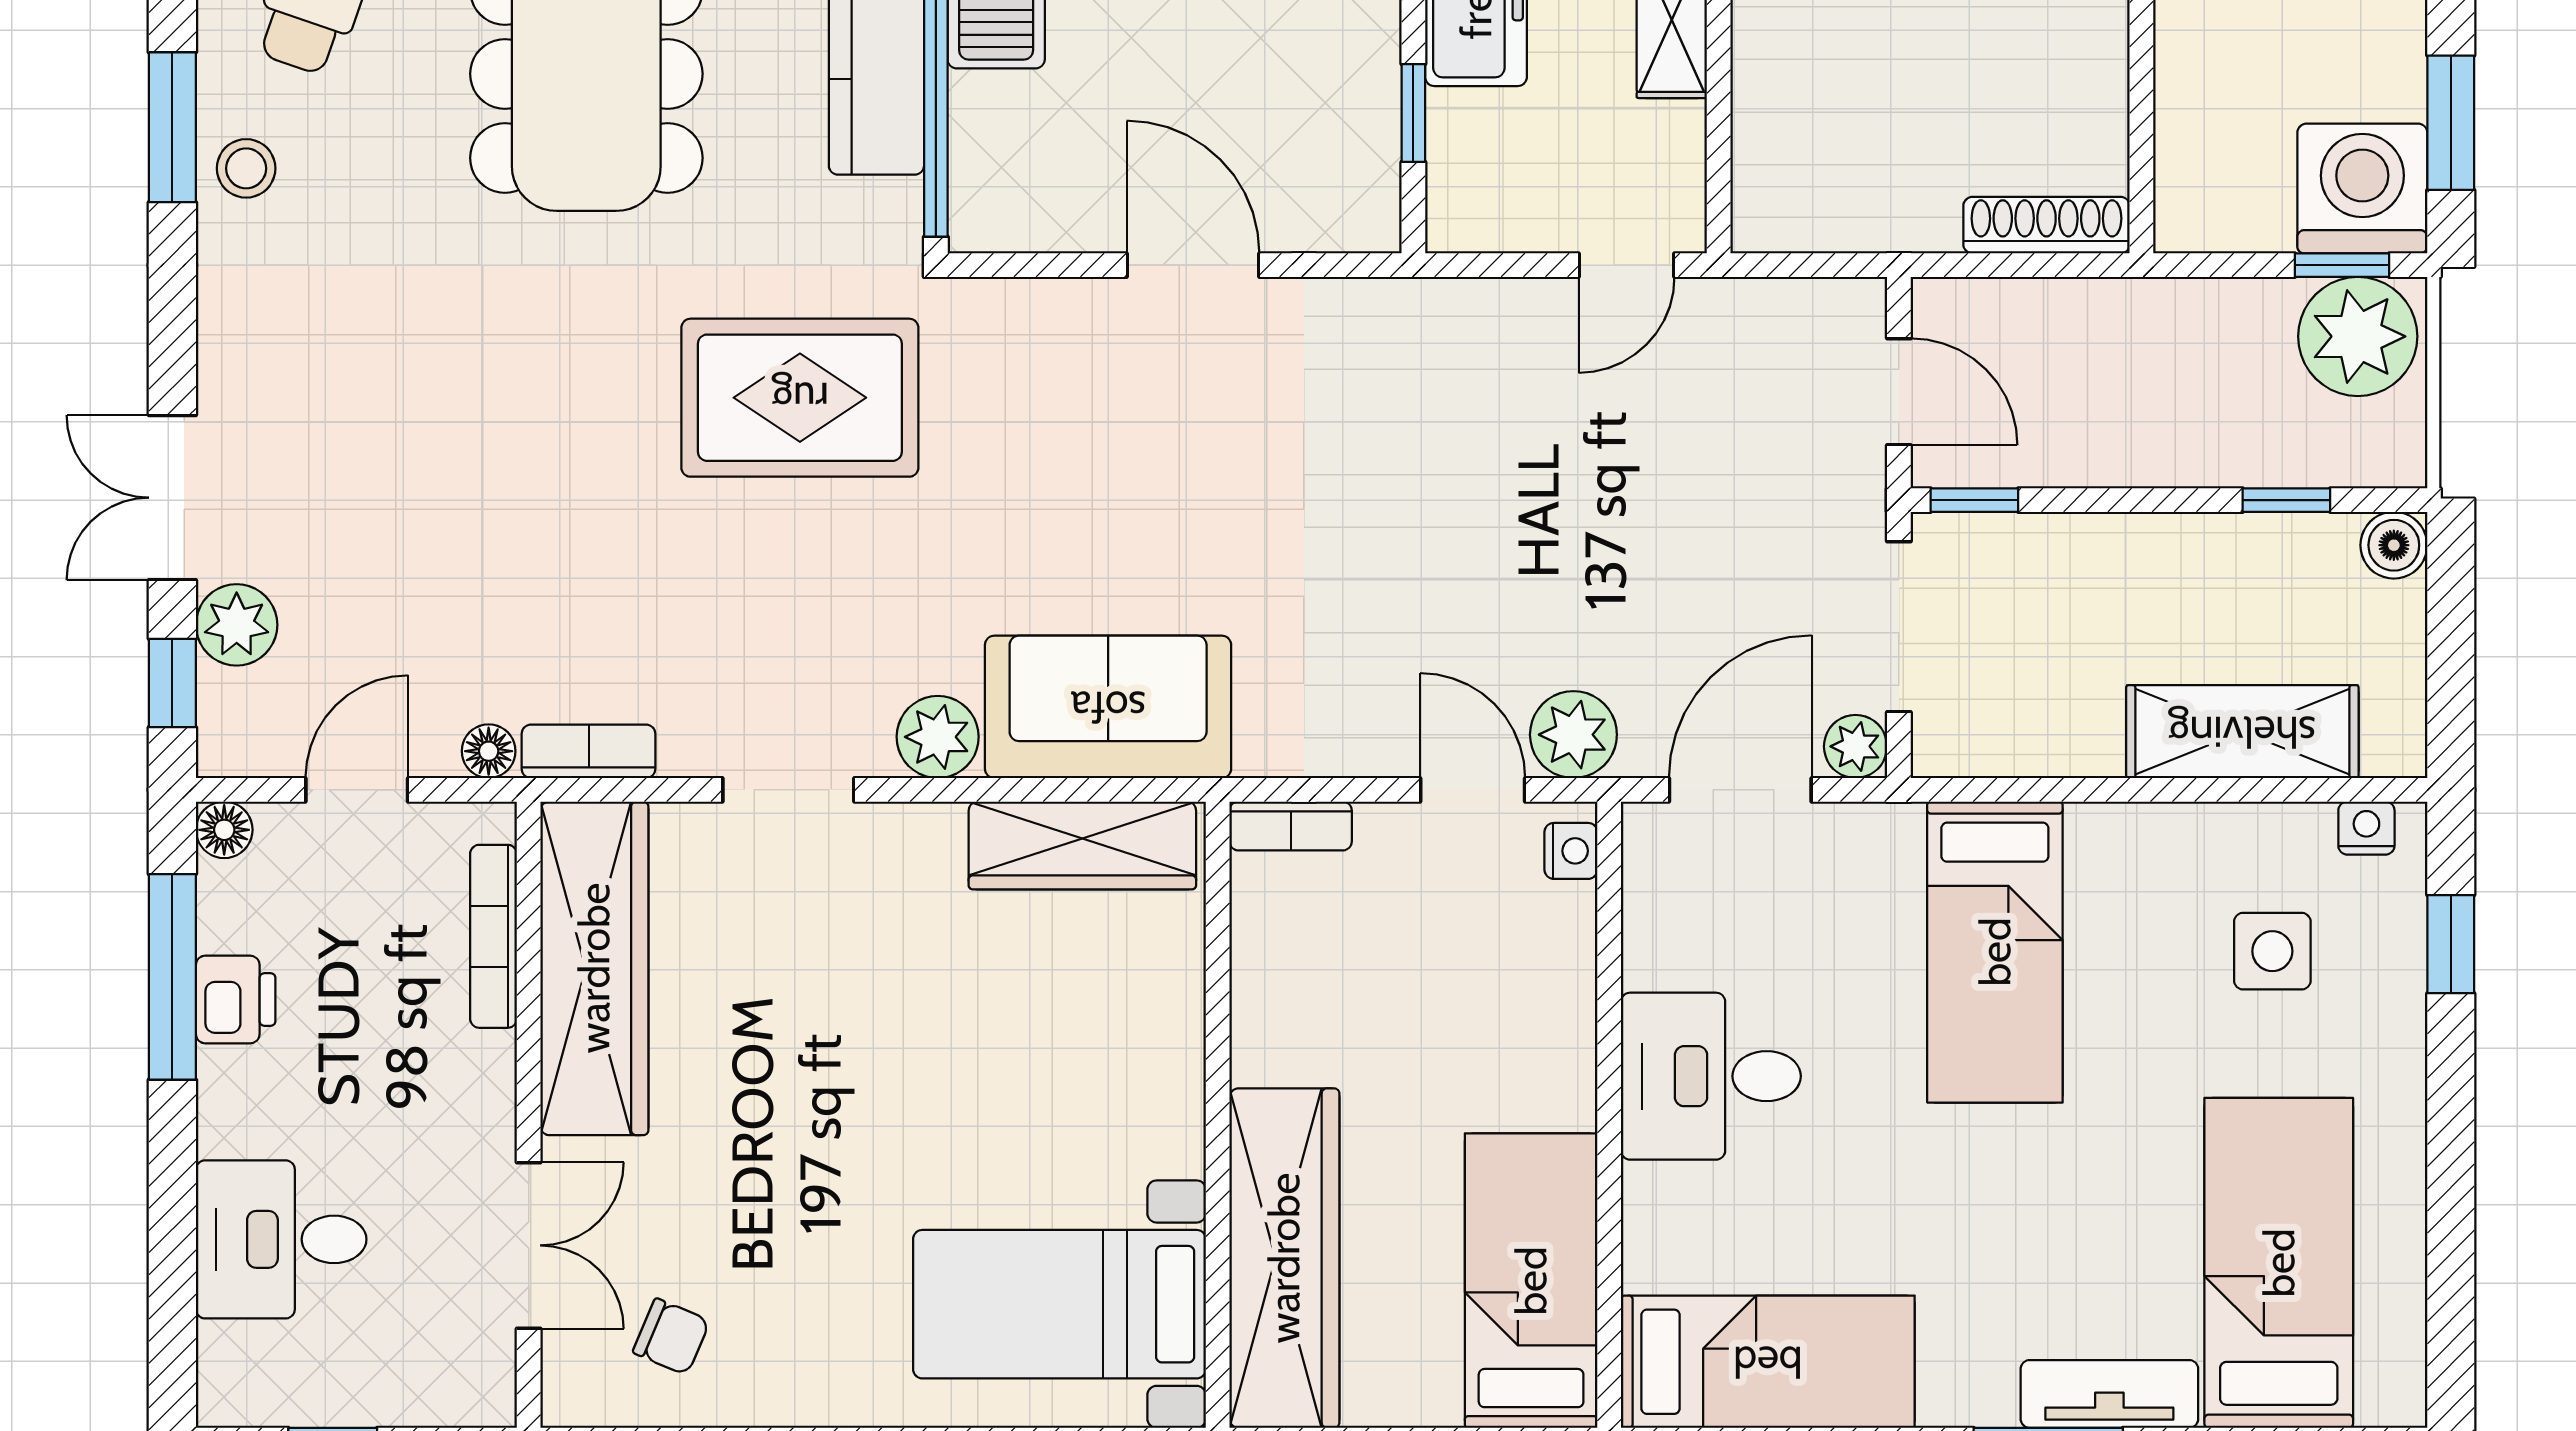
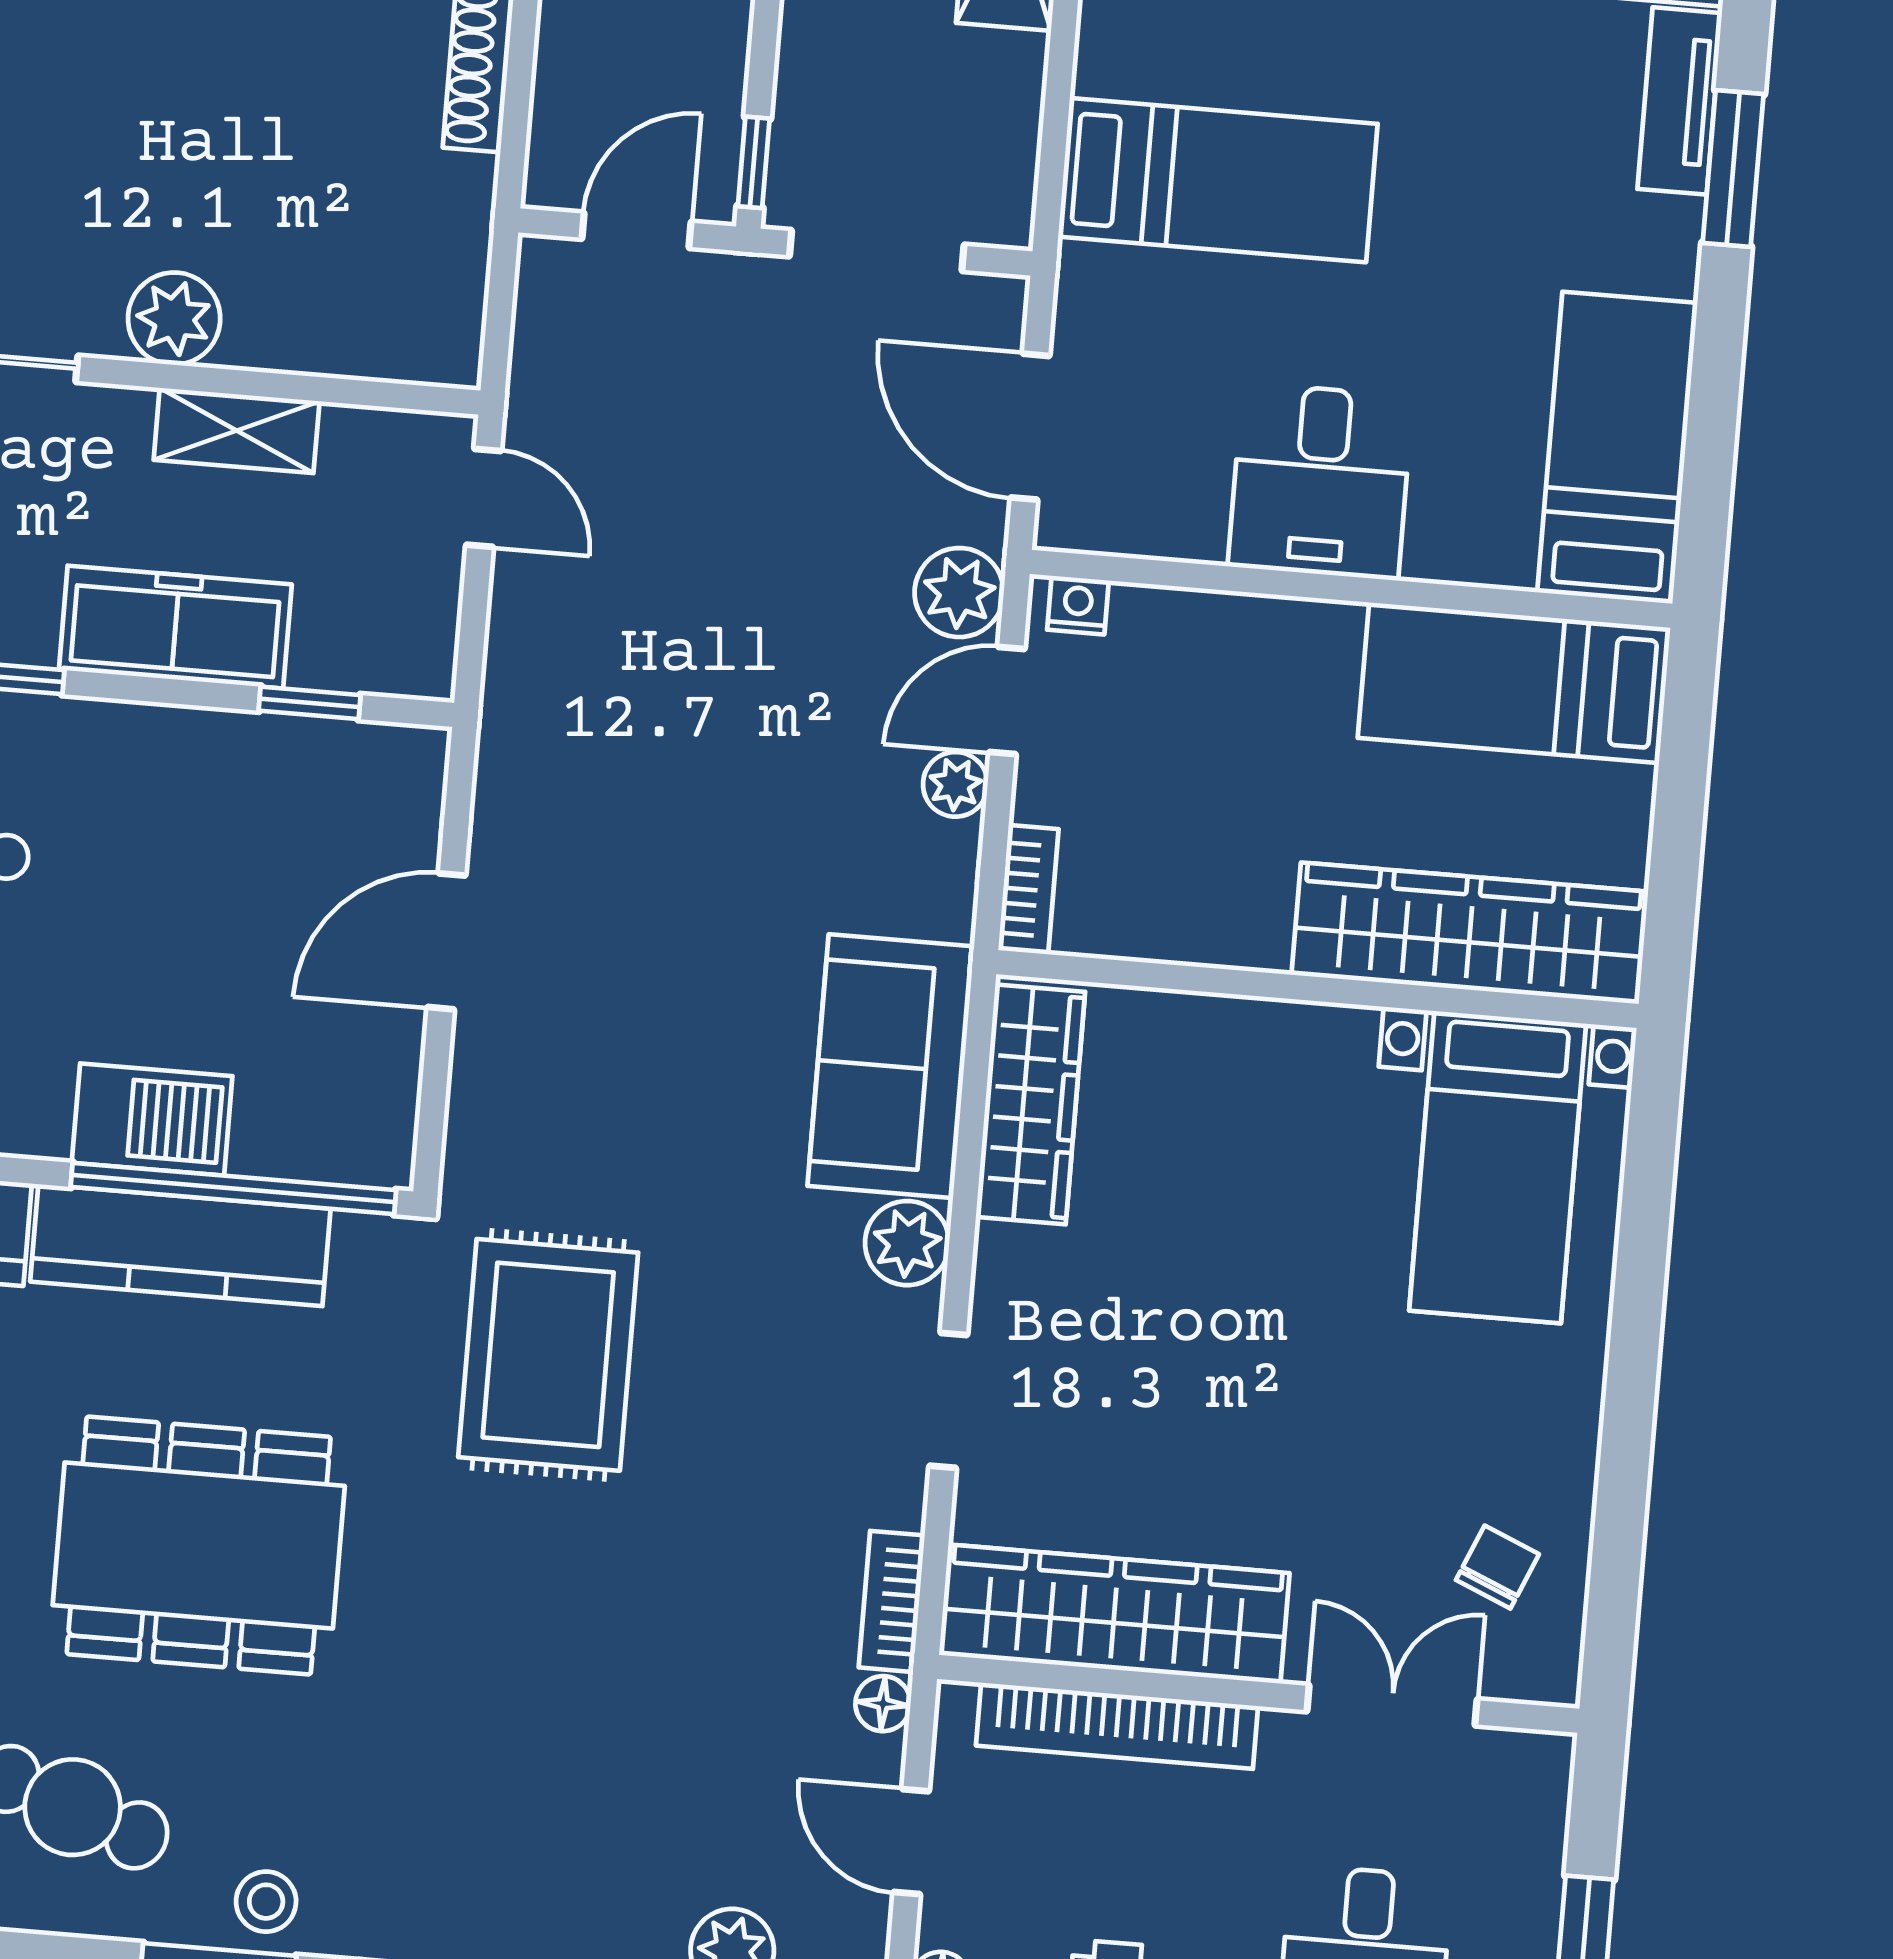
plant: (1855, 746) -> (955, 784), moved
bookcase: (493, 936) -> (1117, 1726), width x1.48, depth x1.31

